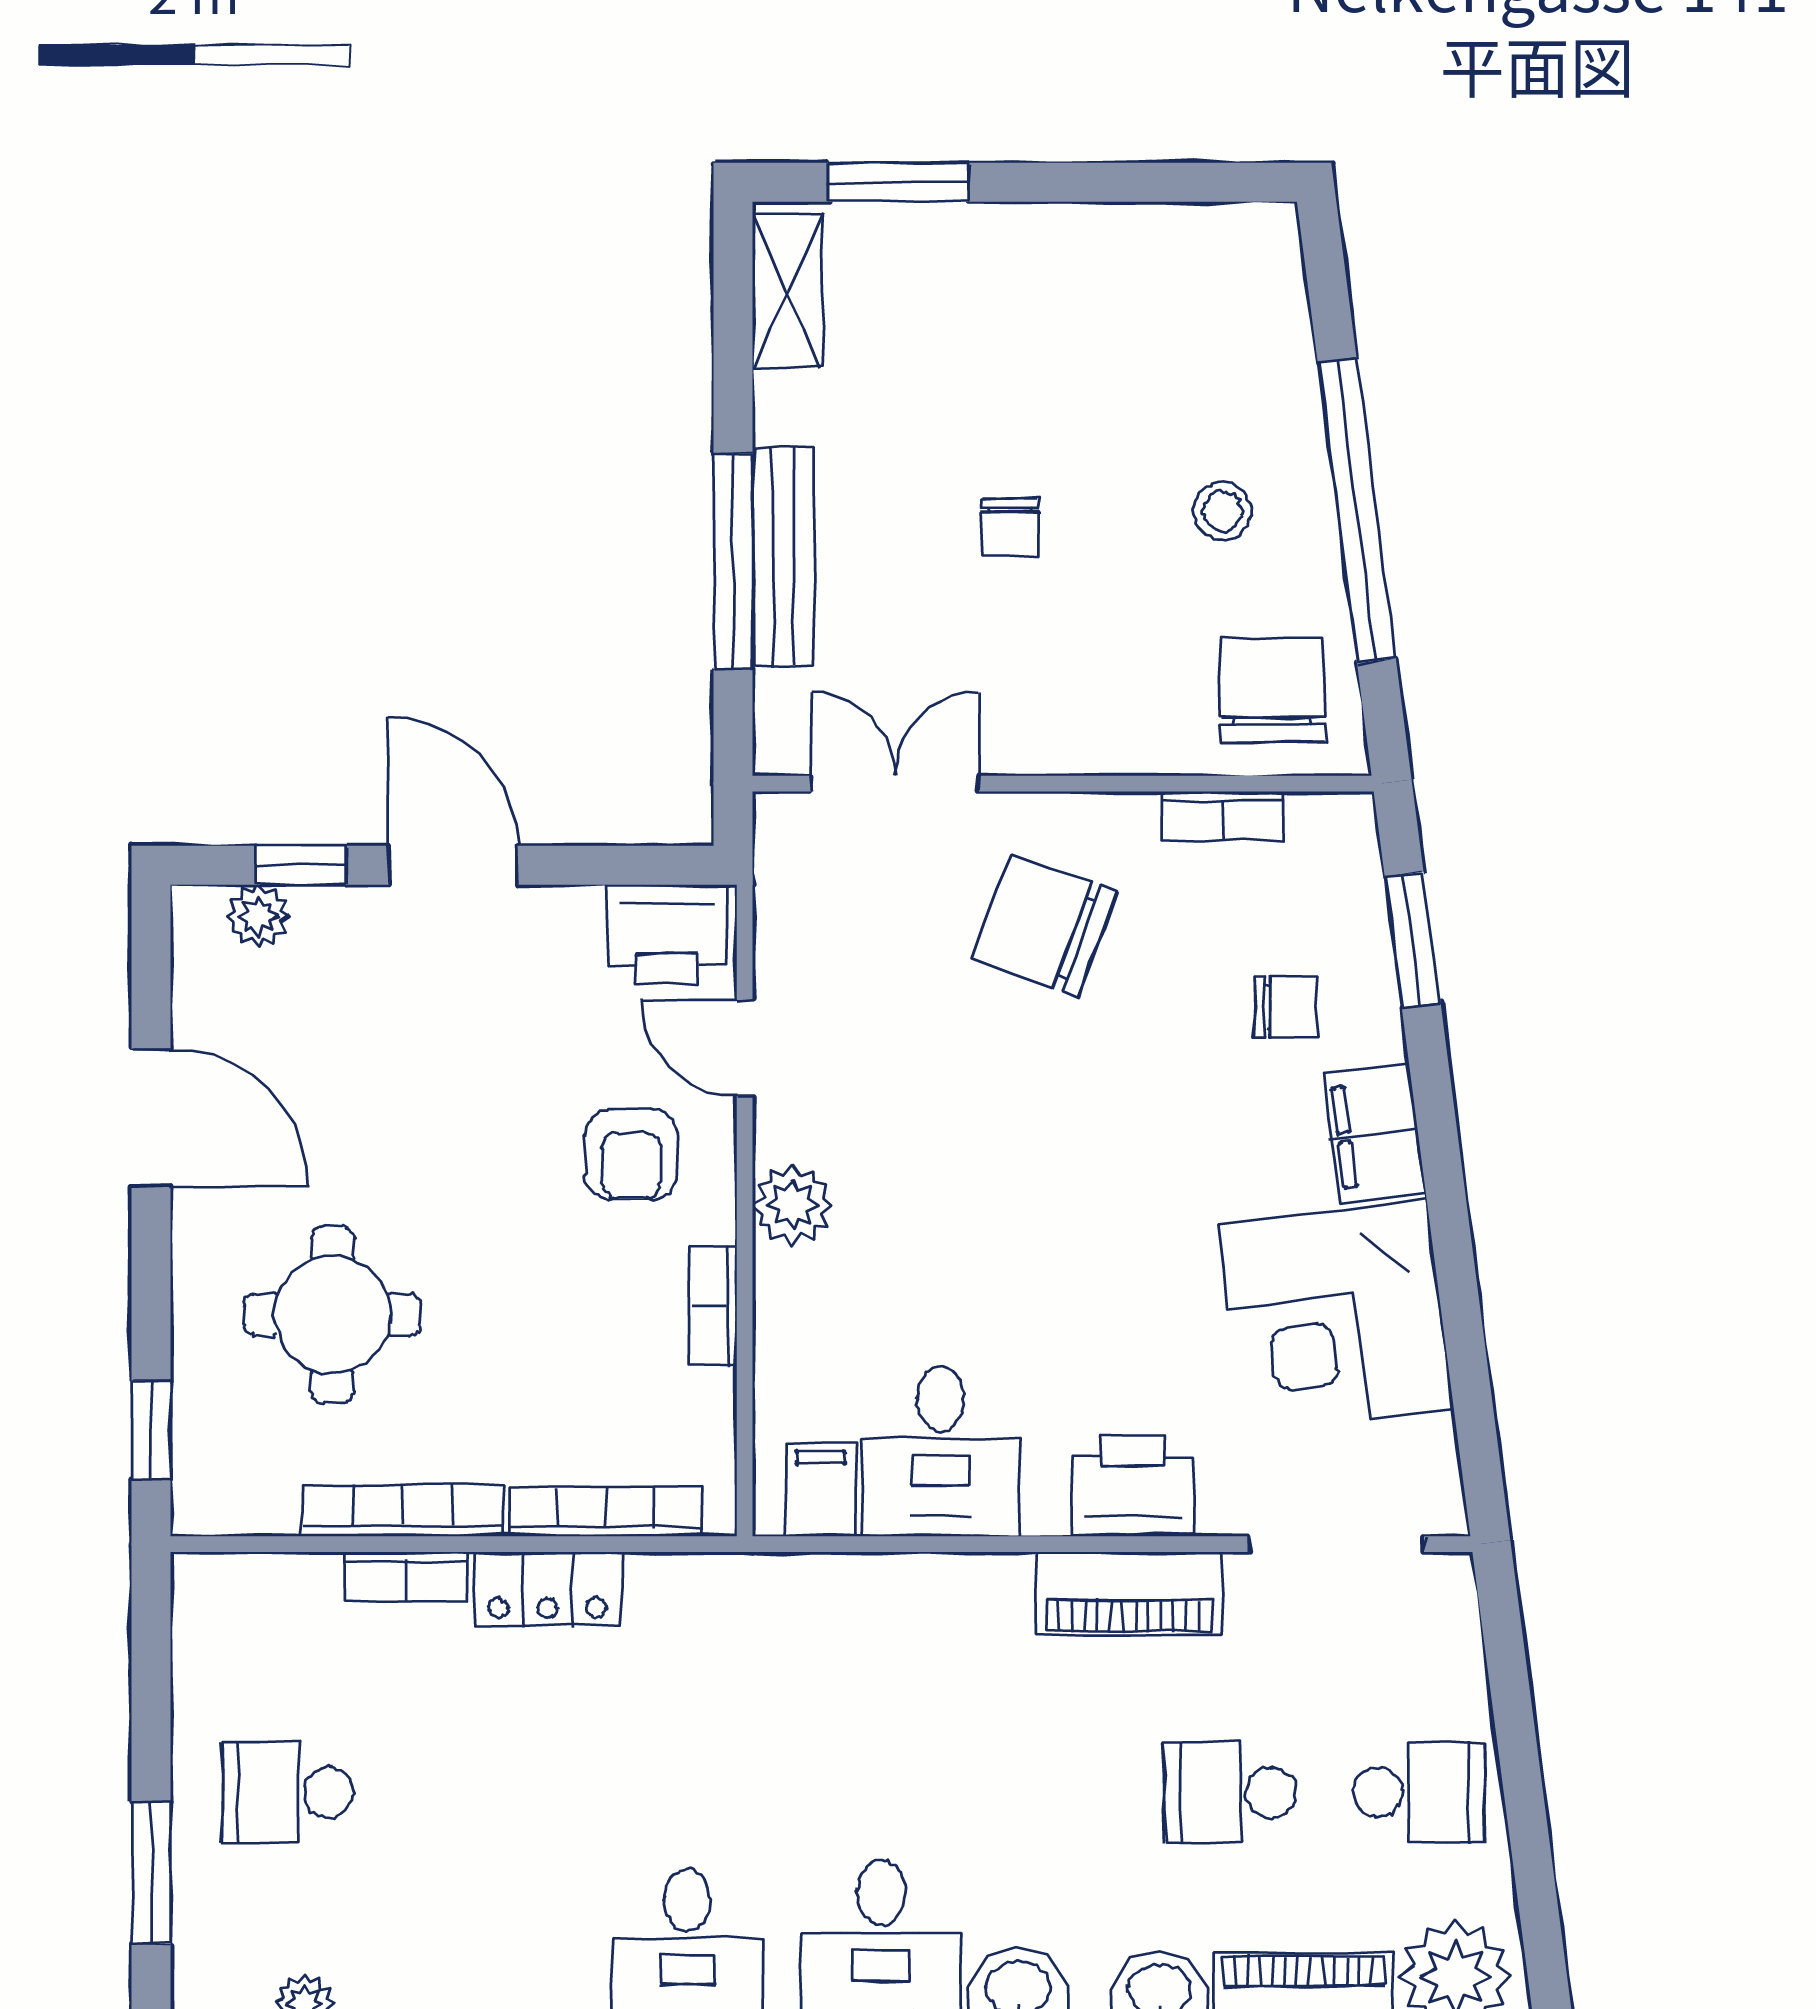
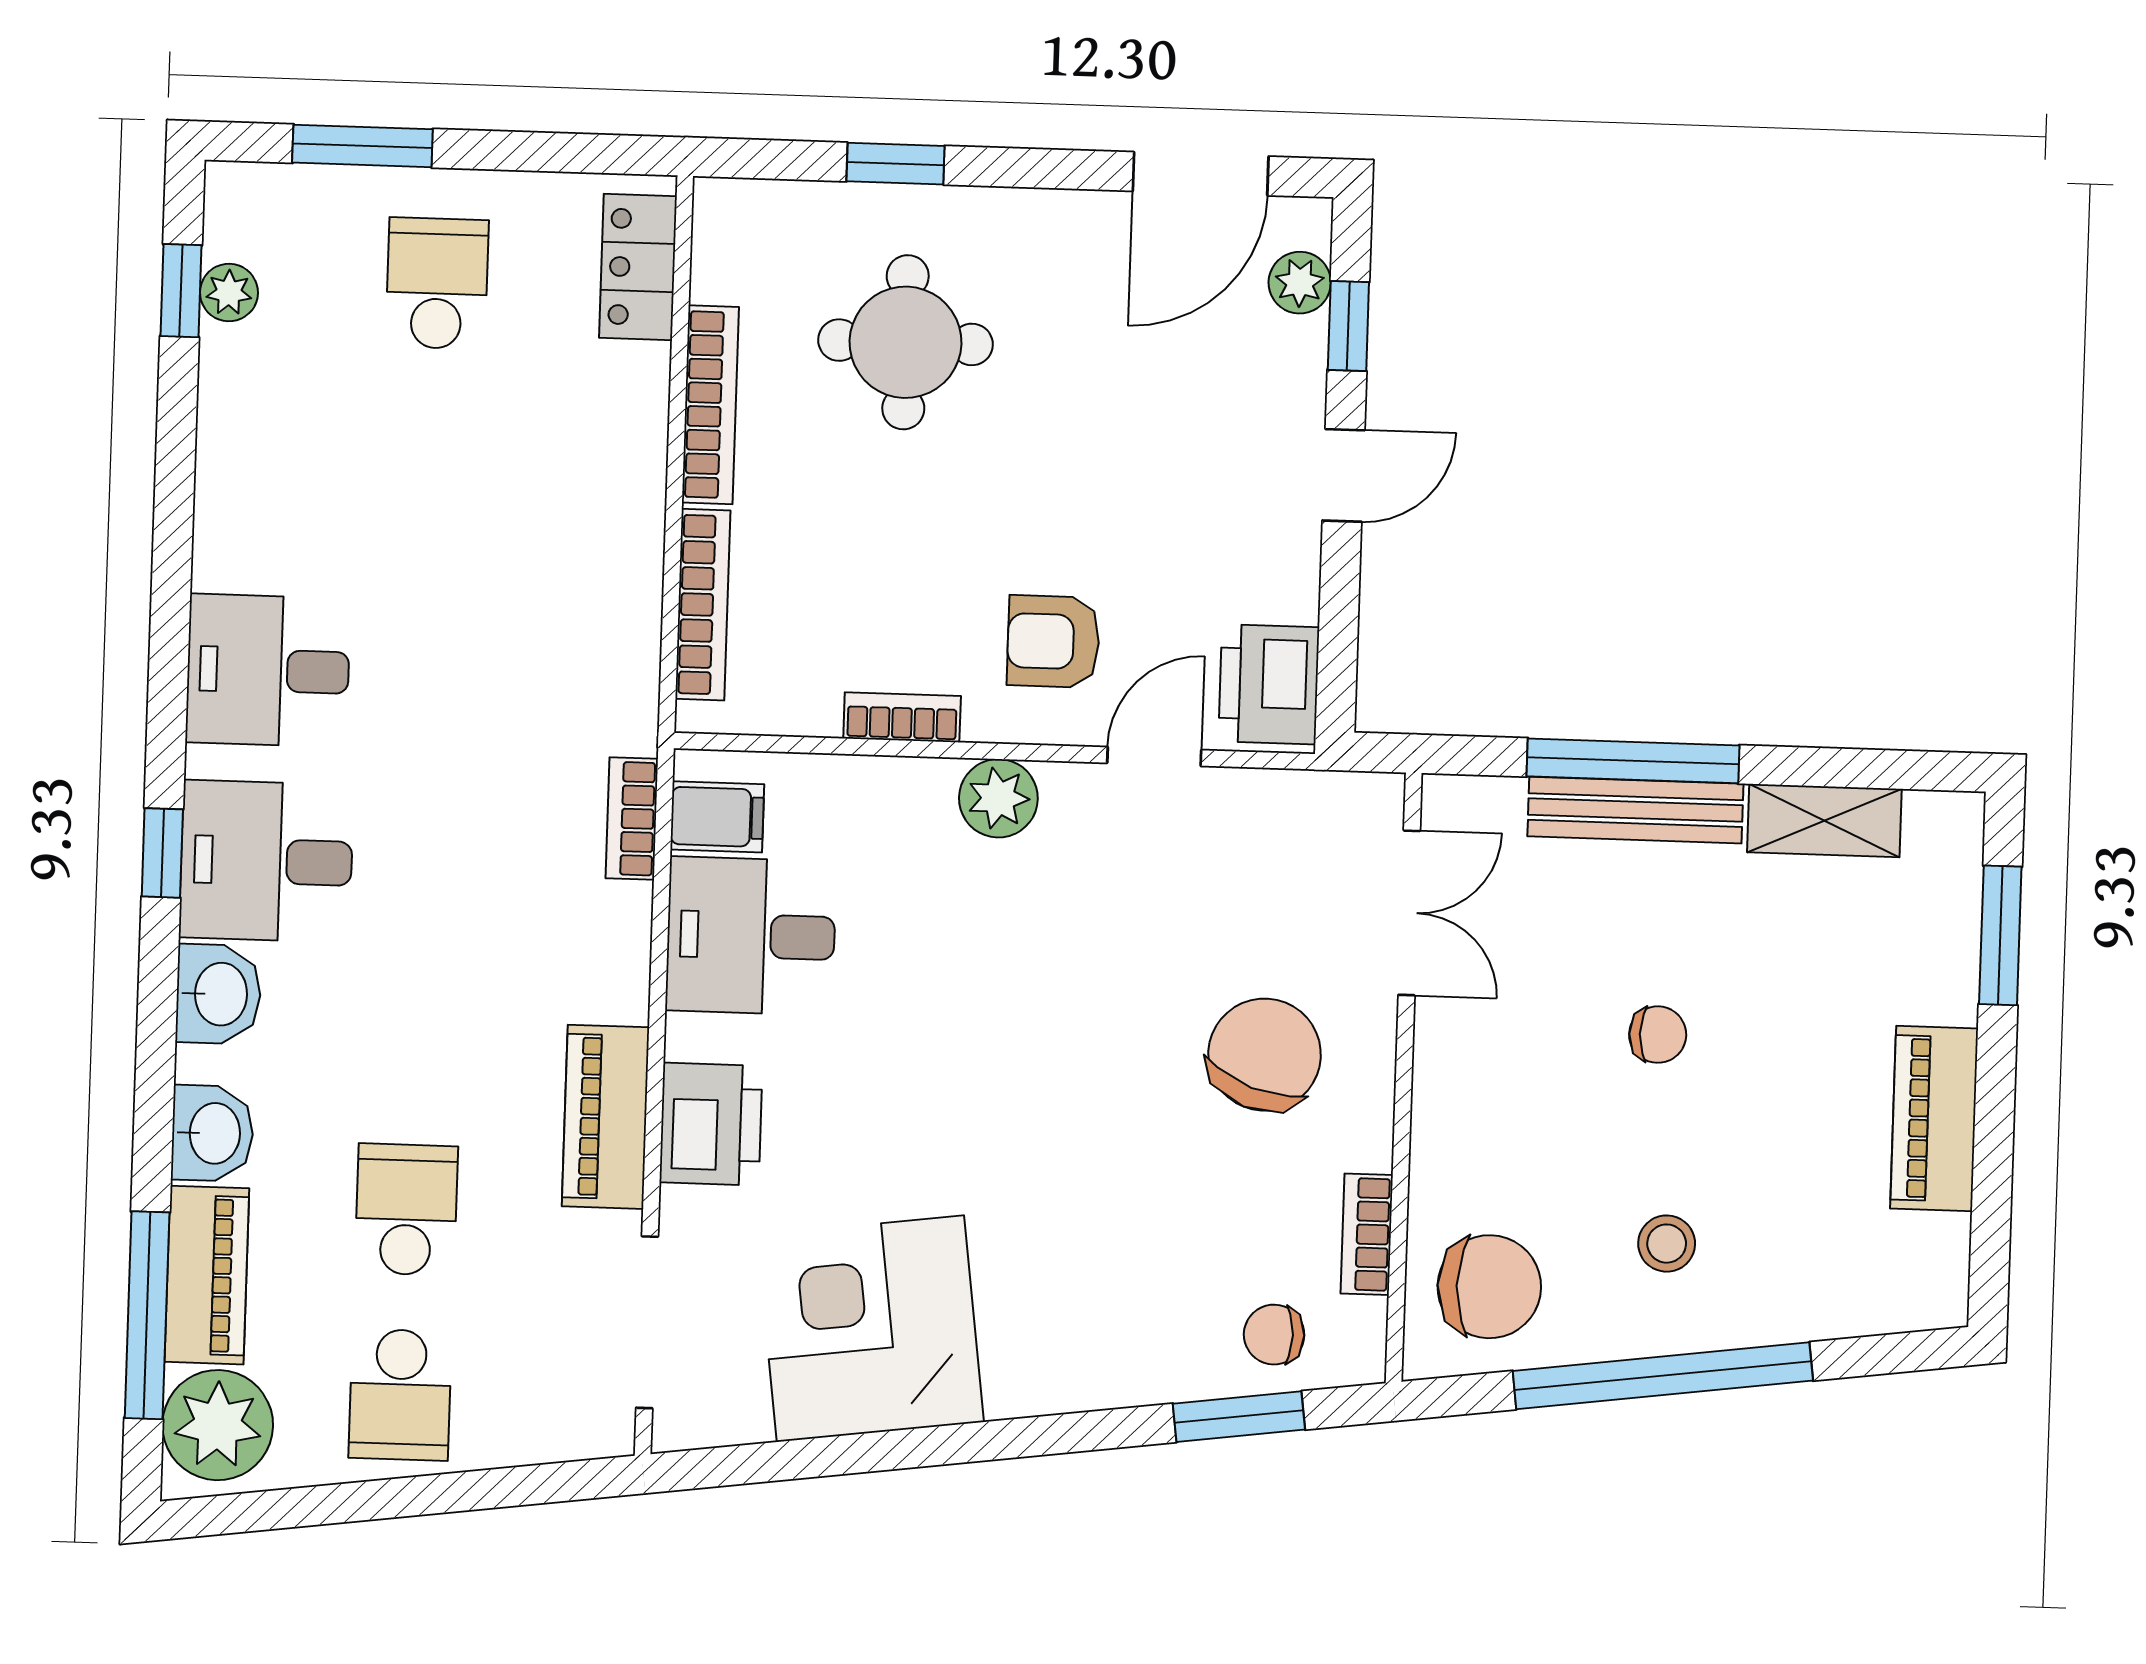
piano: (1086, 243) -> (1934, 1119), added
shelving: (787, 291) -> (1824, 821), moved
chair: (1010, 527) -> (1658, 1035), turned 180
door: (453, 865) -> (1343, 475), width x0.73
chair: (1286, 1007) -> (1274, 1335), moved, turned 90
door: (151, 1117) -> (1201, 174), moved
filing cabinet: (1374, 1133) -> (1050, 1373), removed
window: (151, 1430) -> (895, 164), moved
bookcase: (406, 1577) -> (632, 819), moved
locker: (547, 1589) -> (638, 267), moved

